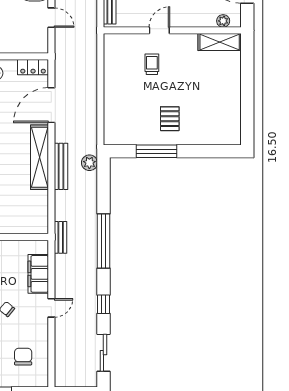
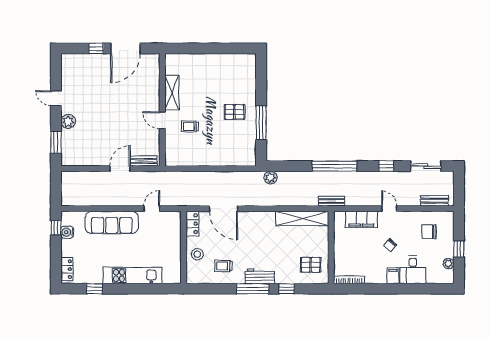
plant: (223, 21) -> (155, 68), removed
shelving: (220, 42) -> (172, 93), moved
shelving: (40, 157) -> (302, 218), moved
bench: (61, 166) -> (435, 201), moved, width x0.73

